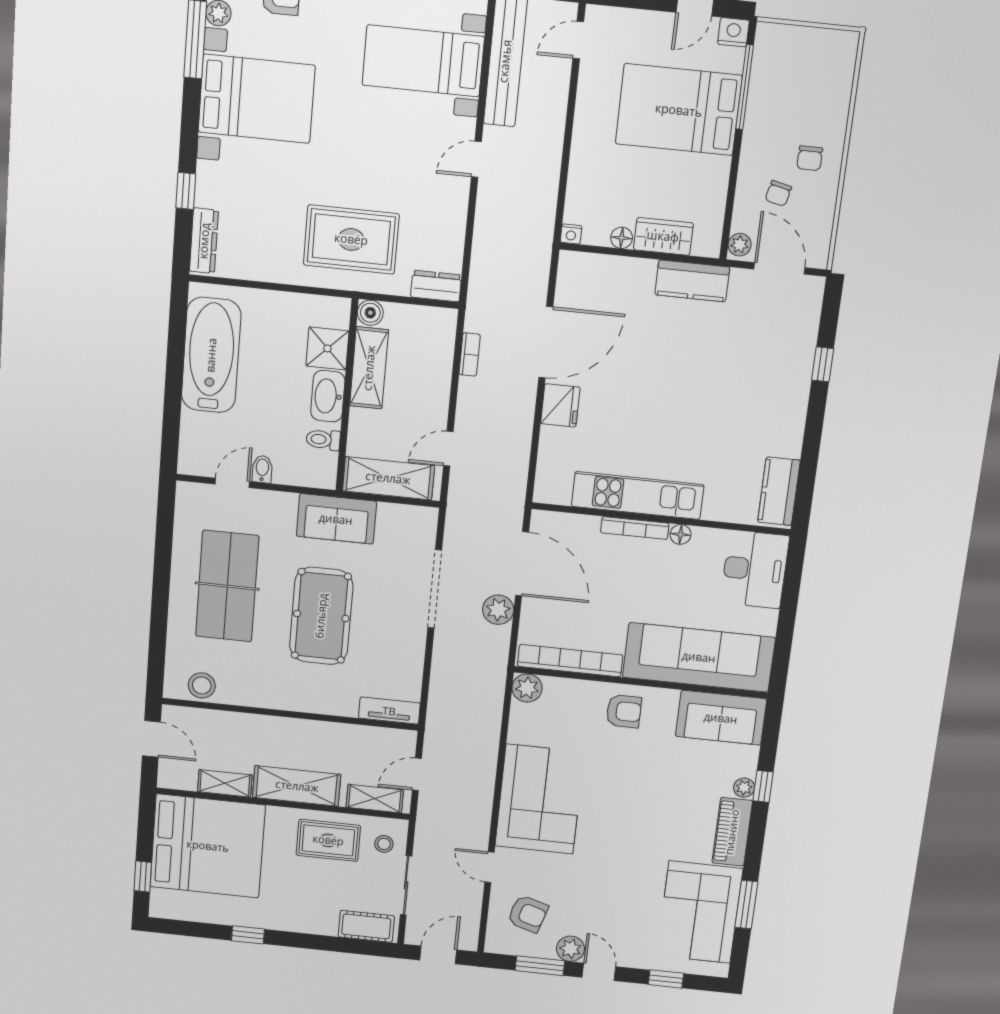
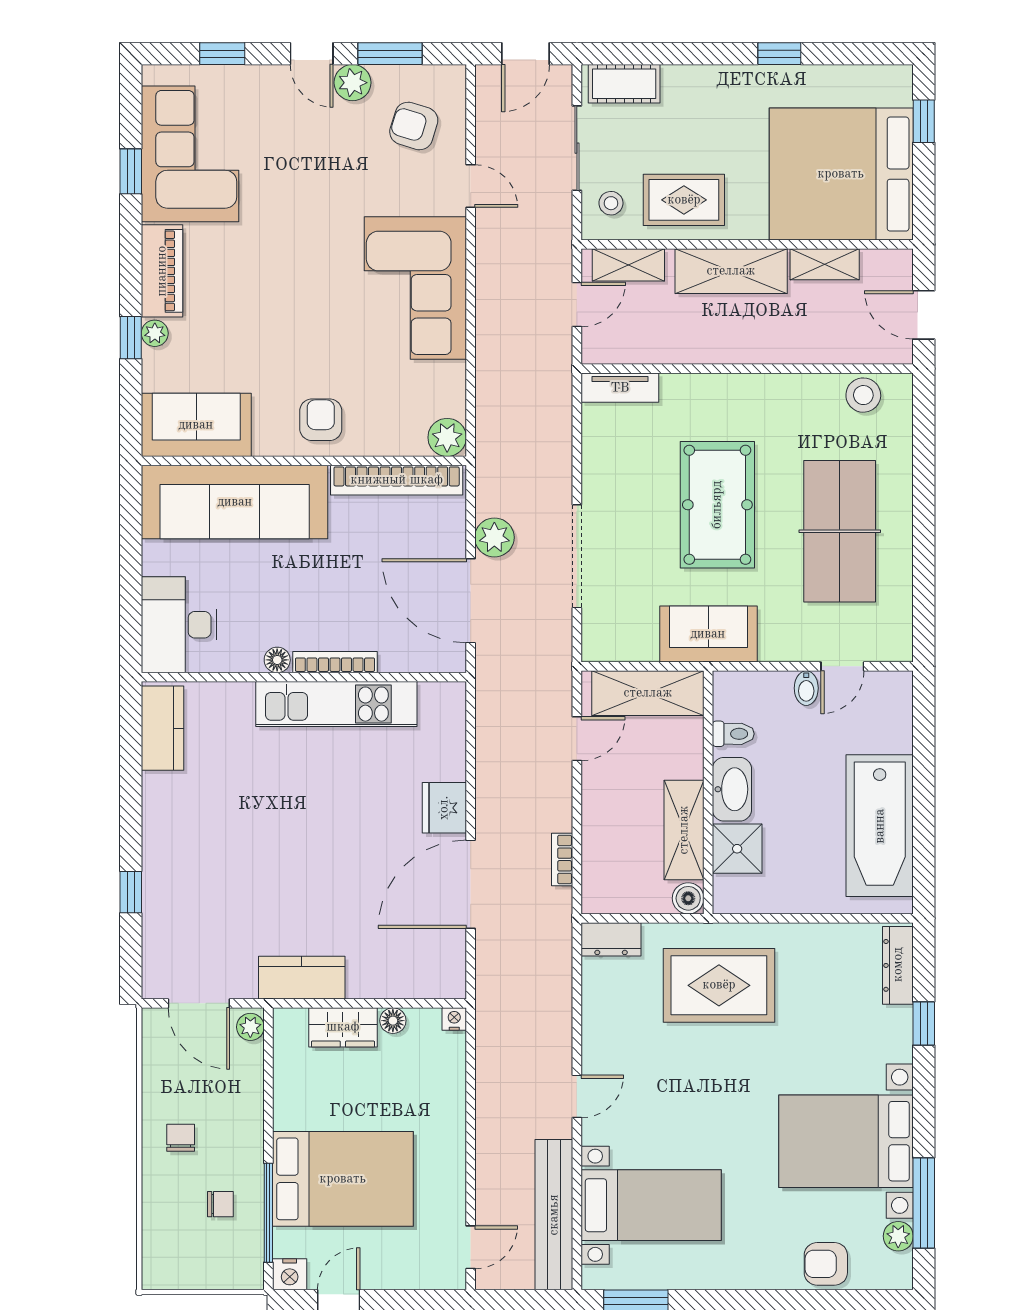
chair: (778, 193) -> (220, 1204), moved, turned 77
armchair: (624, 711) -> (321, 420), turned 90
window: (746, 905) -> (131, 171), width x0.67

